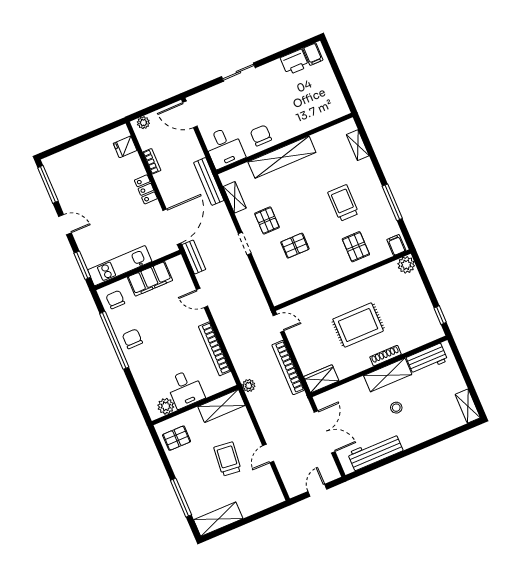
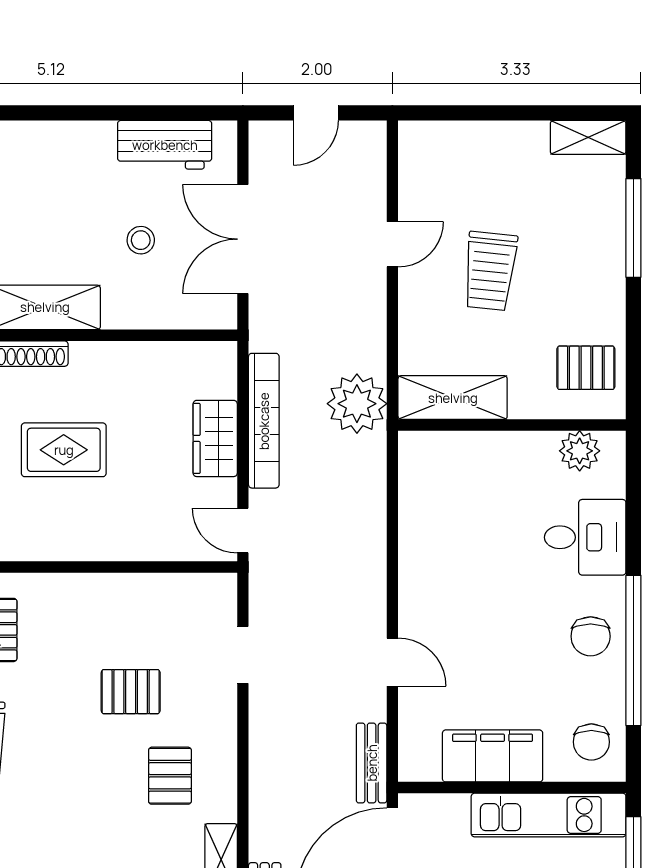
doorway: (245, 244) -> (243, 655), moved
rug: (358, 325) -> (64, 450), width x0.73, depth x0.70
bookcase: (215, 349) -> (413, 534), removed
wardrobe: (321, 379) -> (215, 438), moved, turned 90
plant: (249, 386) -> (357, 404), width x1.88, depth x1.88
desk: (185, 389) -> (585, 537), moved, turned 90
stool: (396, 408) -> (141, 240), moved
workbench: (375, 452) -> (165, 145), width x0.73
shelving: (218, 519) -> (588, 137), width x0.67, depth x0.75

